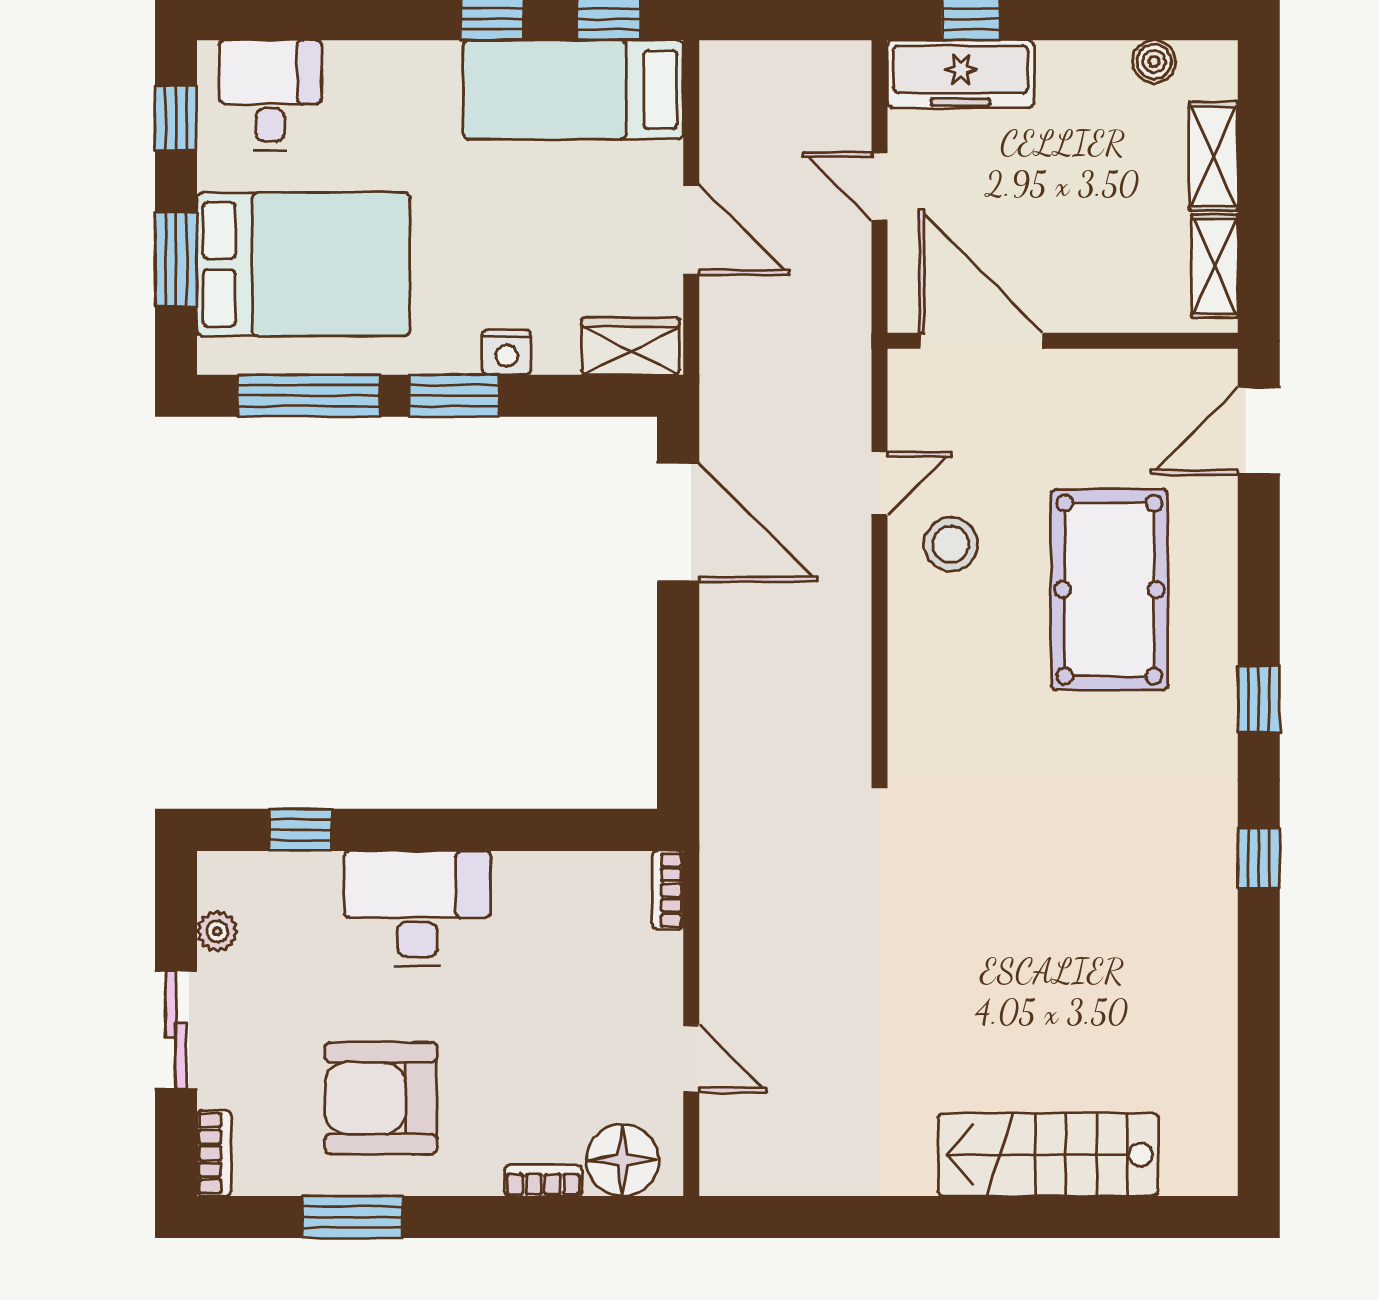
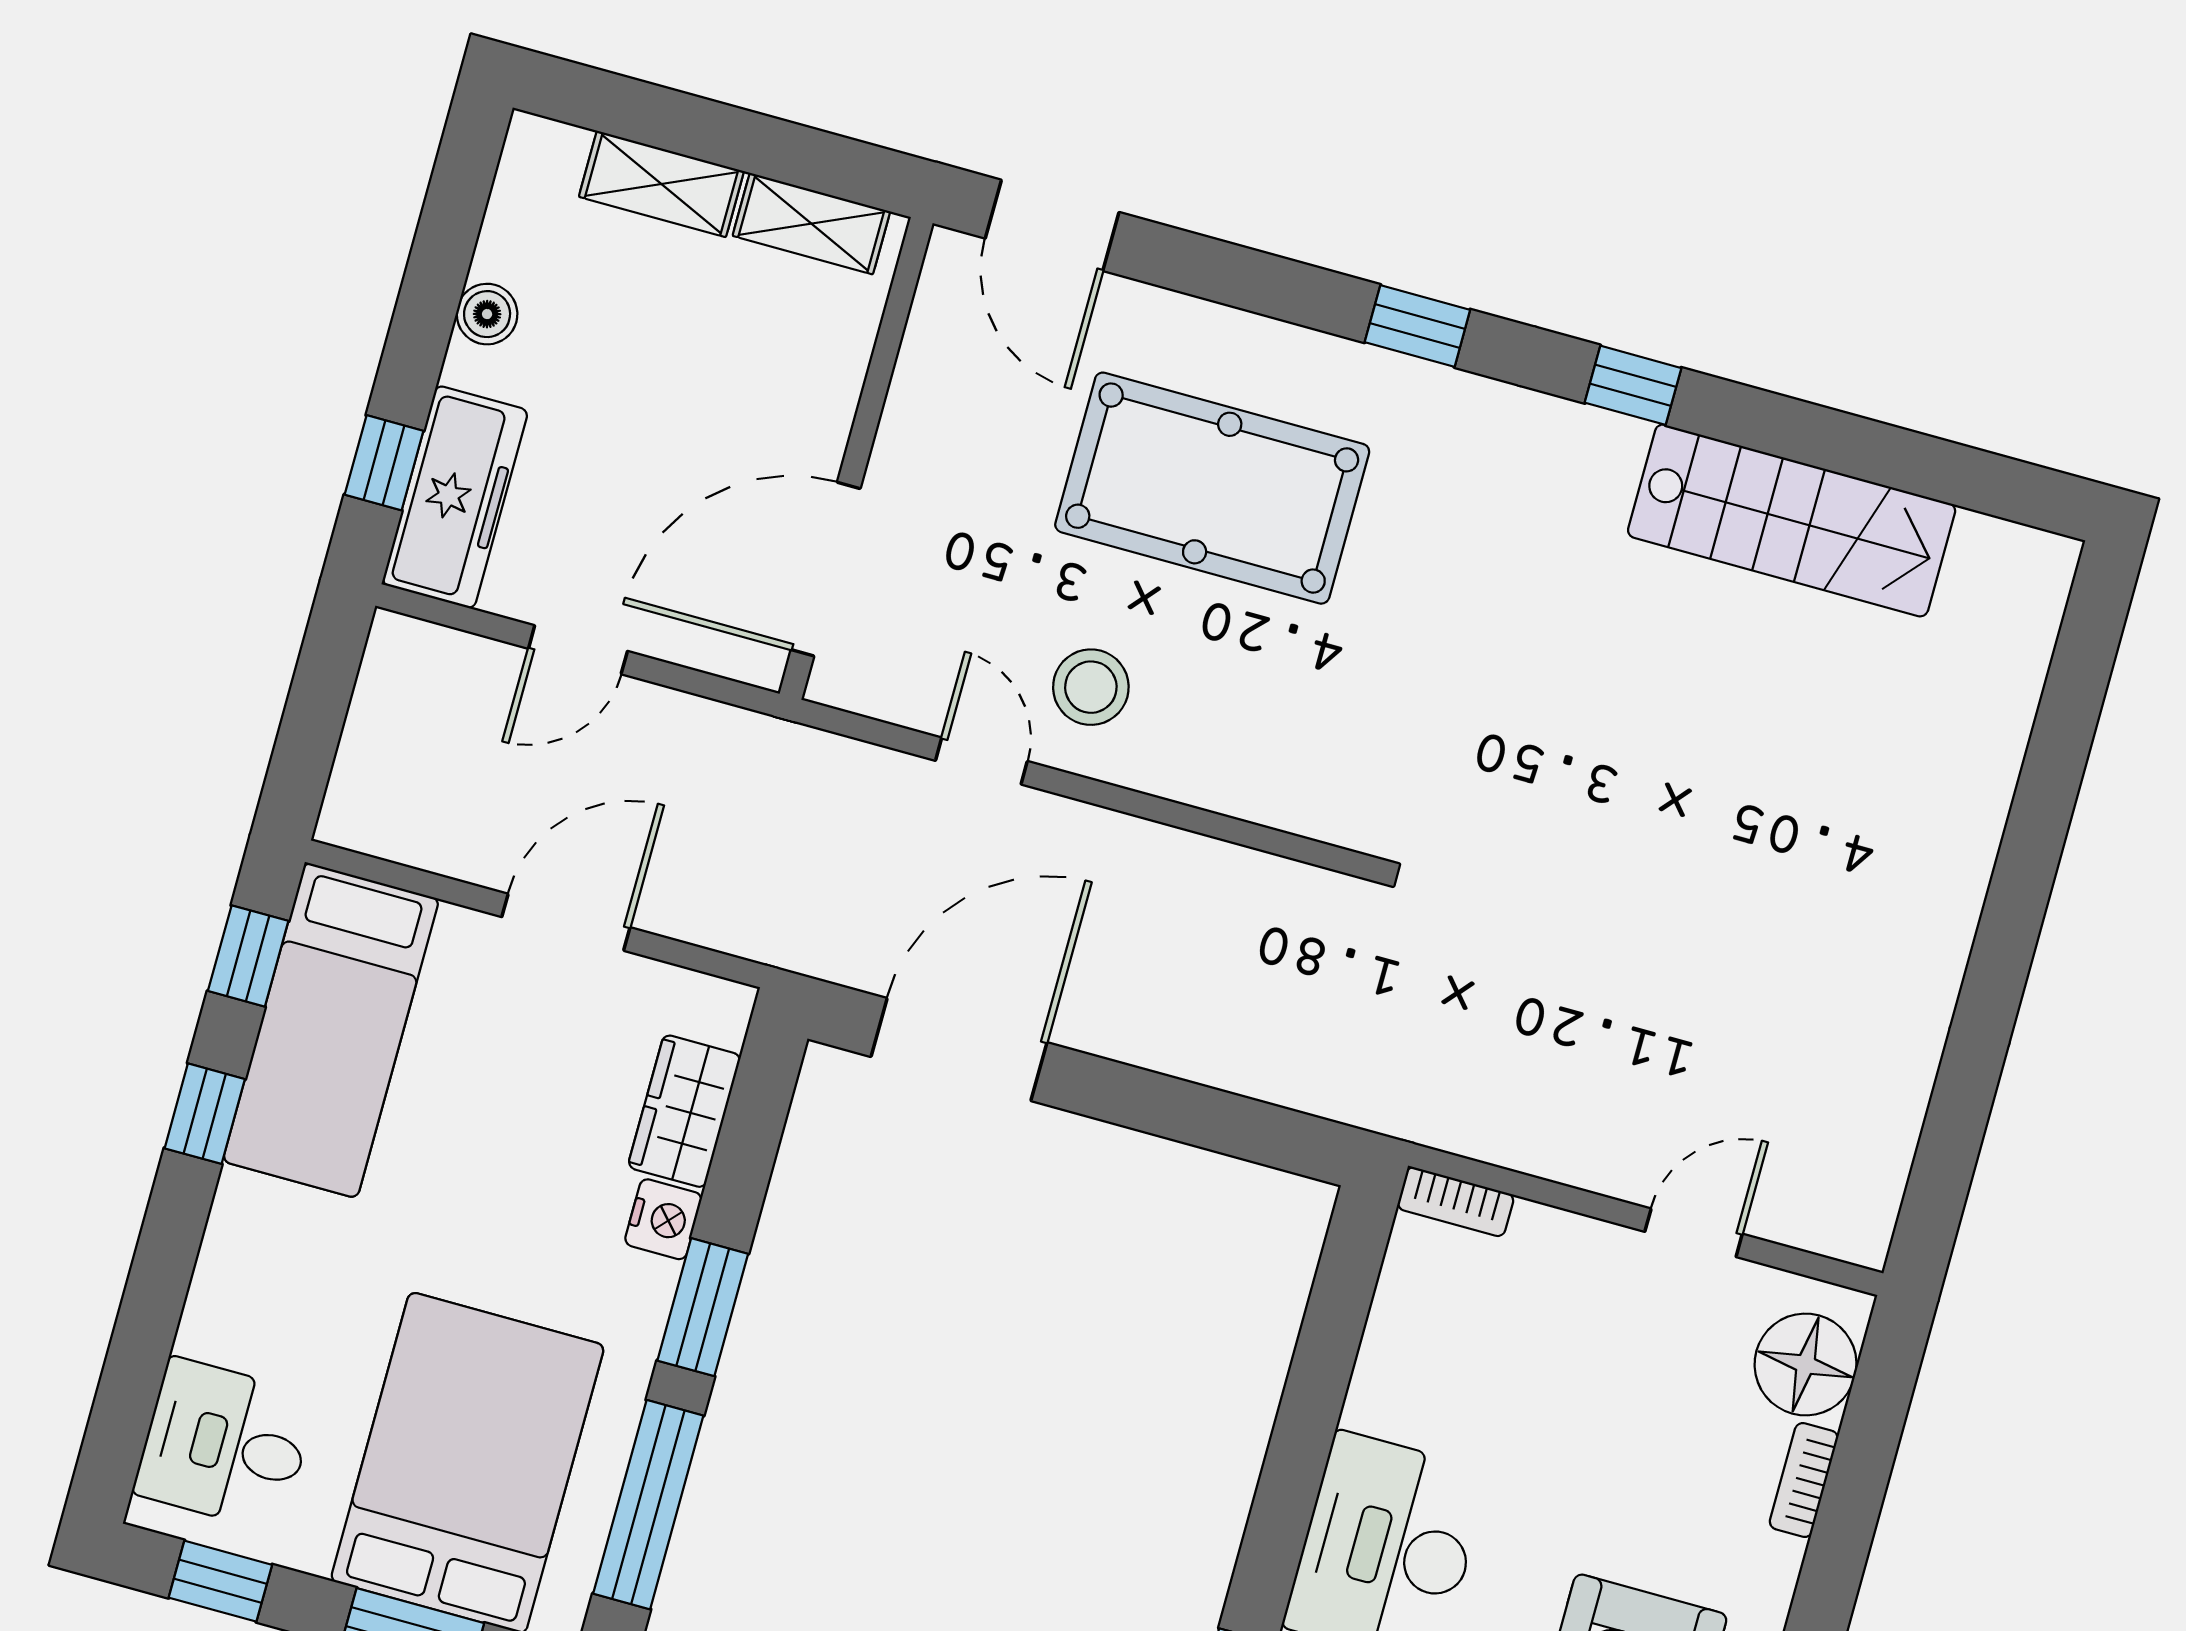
boiler: (1154, 62) -> (487, 314), moved
wardrobe: (630, 346) -> (684, 1111), moved
stairs: (1048, 1154) -> (1792, 520), moved, turned -90

